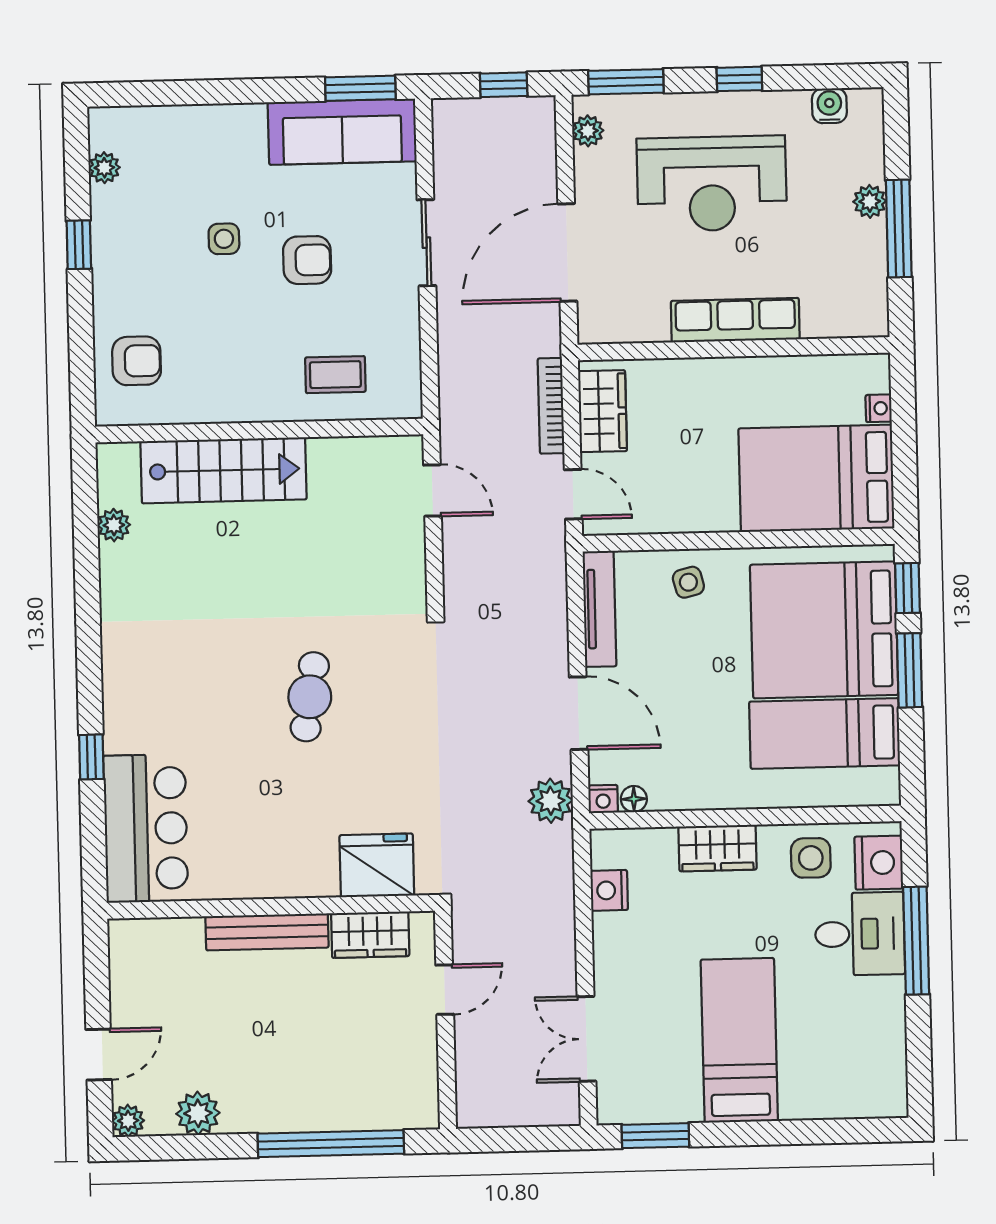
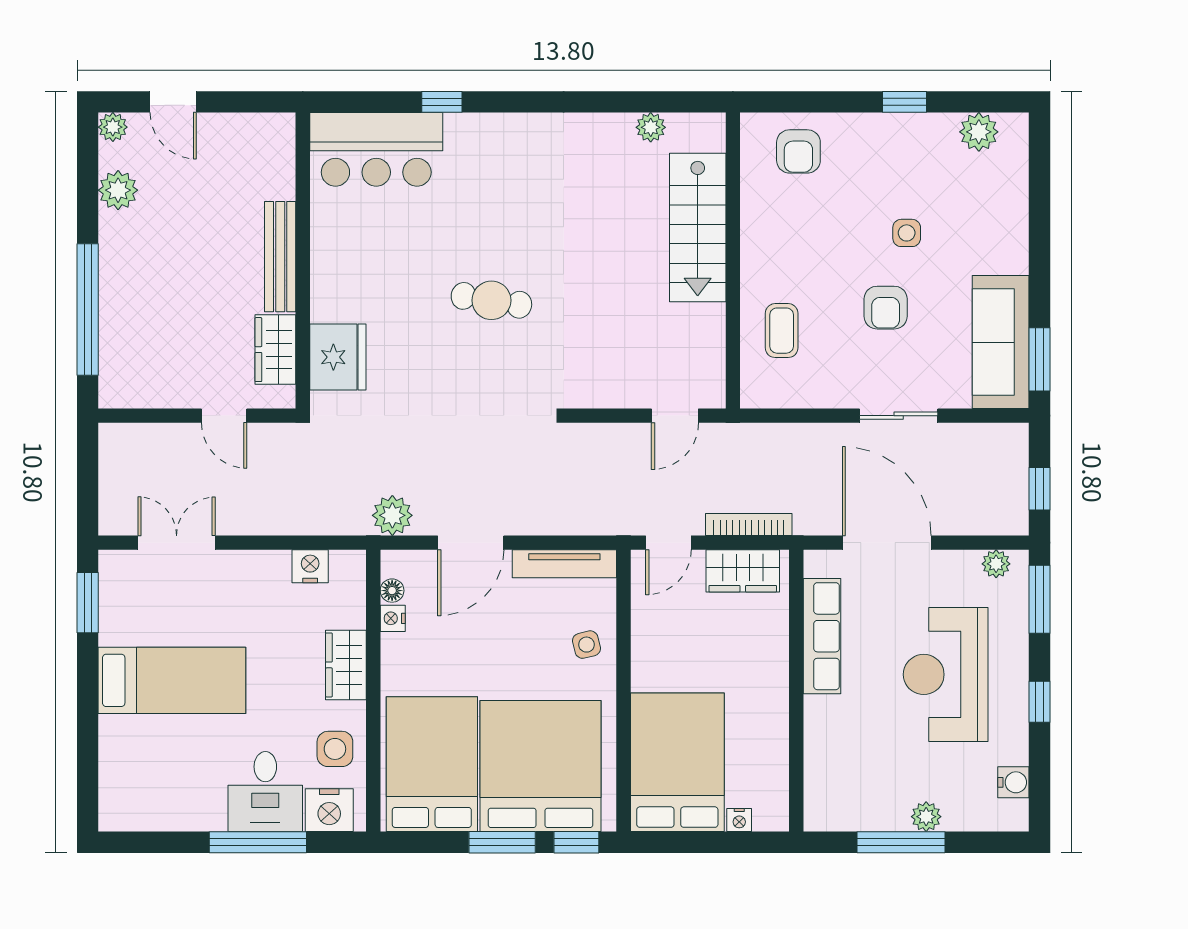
plant: (104, 168) -> (979, 132), width x1.38, depth x1.38
row of seats: (735, 320) -> (822, 636), moved
bed: (825, 733) -> (432, 764), width x1.50
nightstand: (603, 799) -> (393, 618), moved

